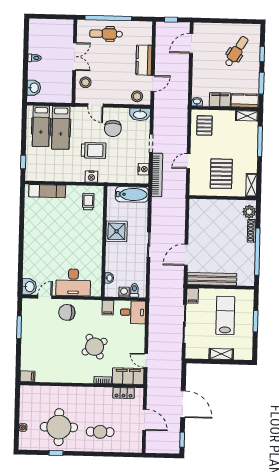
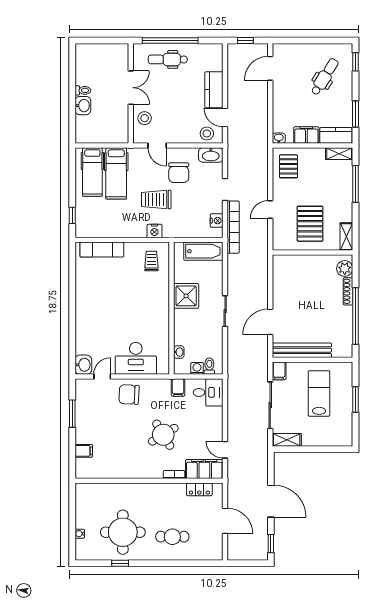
window: (262, 54) -> (355, 62), moved
door: (153, 83) -> (225, 117), swing flipped
washbasin: (34, 88) -> (83, 106), moved
trolley: (94, 150) -> (156, 200), turned 180
shelving: (221, 354) -> (287, 440), moved
filing cabinet: (28, 376) -> (84, 451), moved

